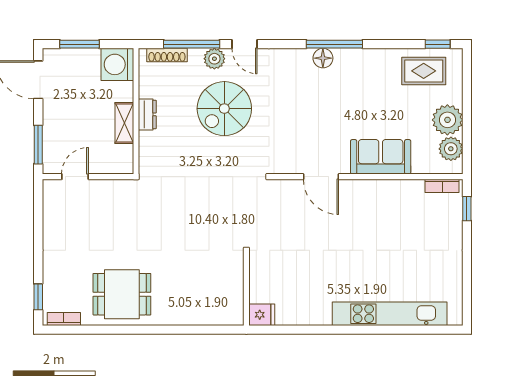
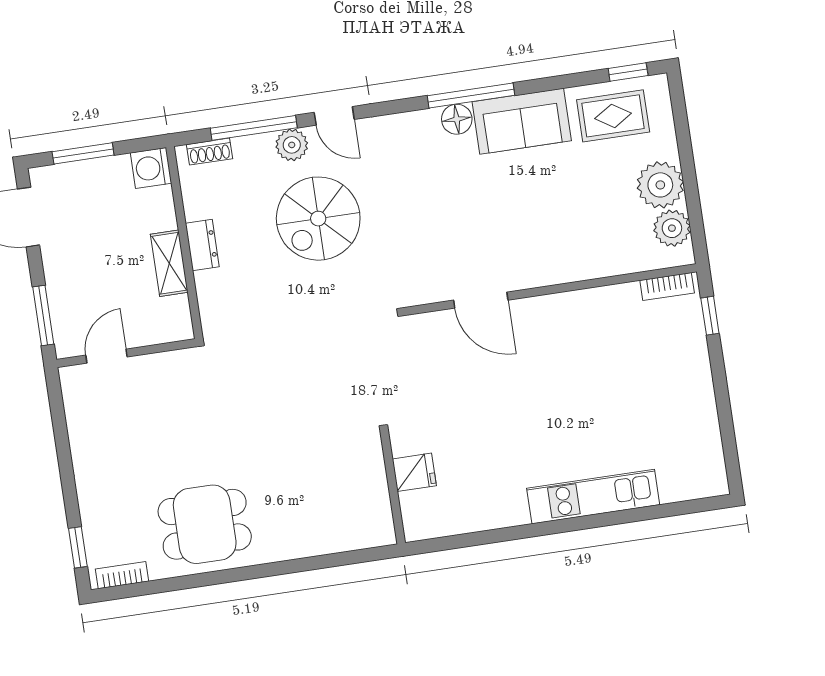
shoe rack: (167, 55) -> (210, 152), width x0.70
washing machine: (117, 64) -> (151, 168), width x0.73, depth x0.73
sofa: (381, 157) -> (522, 121), moved, turned 180
kitchen unit: (390, 314) -> (593, 497), width x0.73
fridge: (262, 315) -> (414, 472), moved

